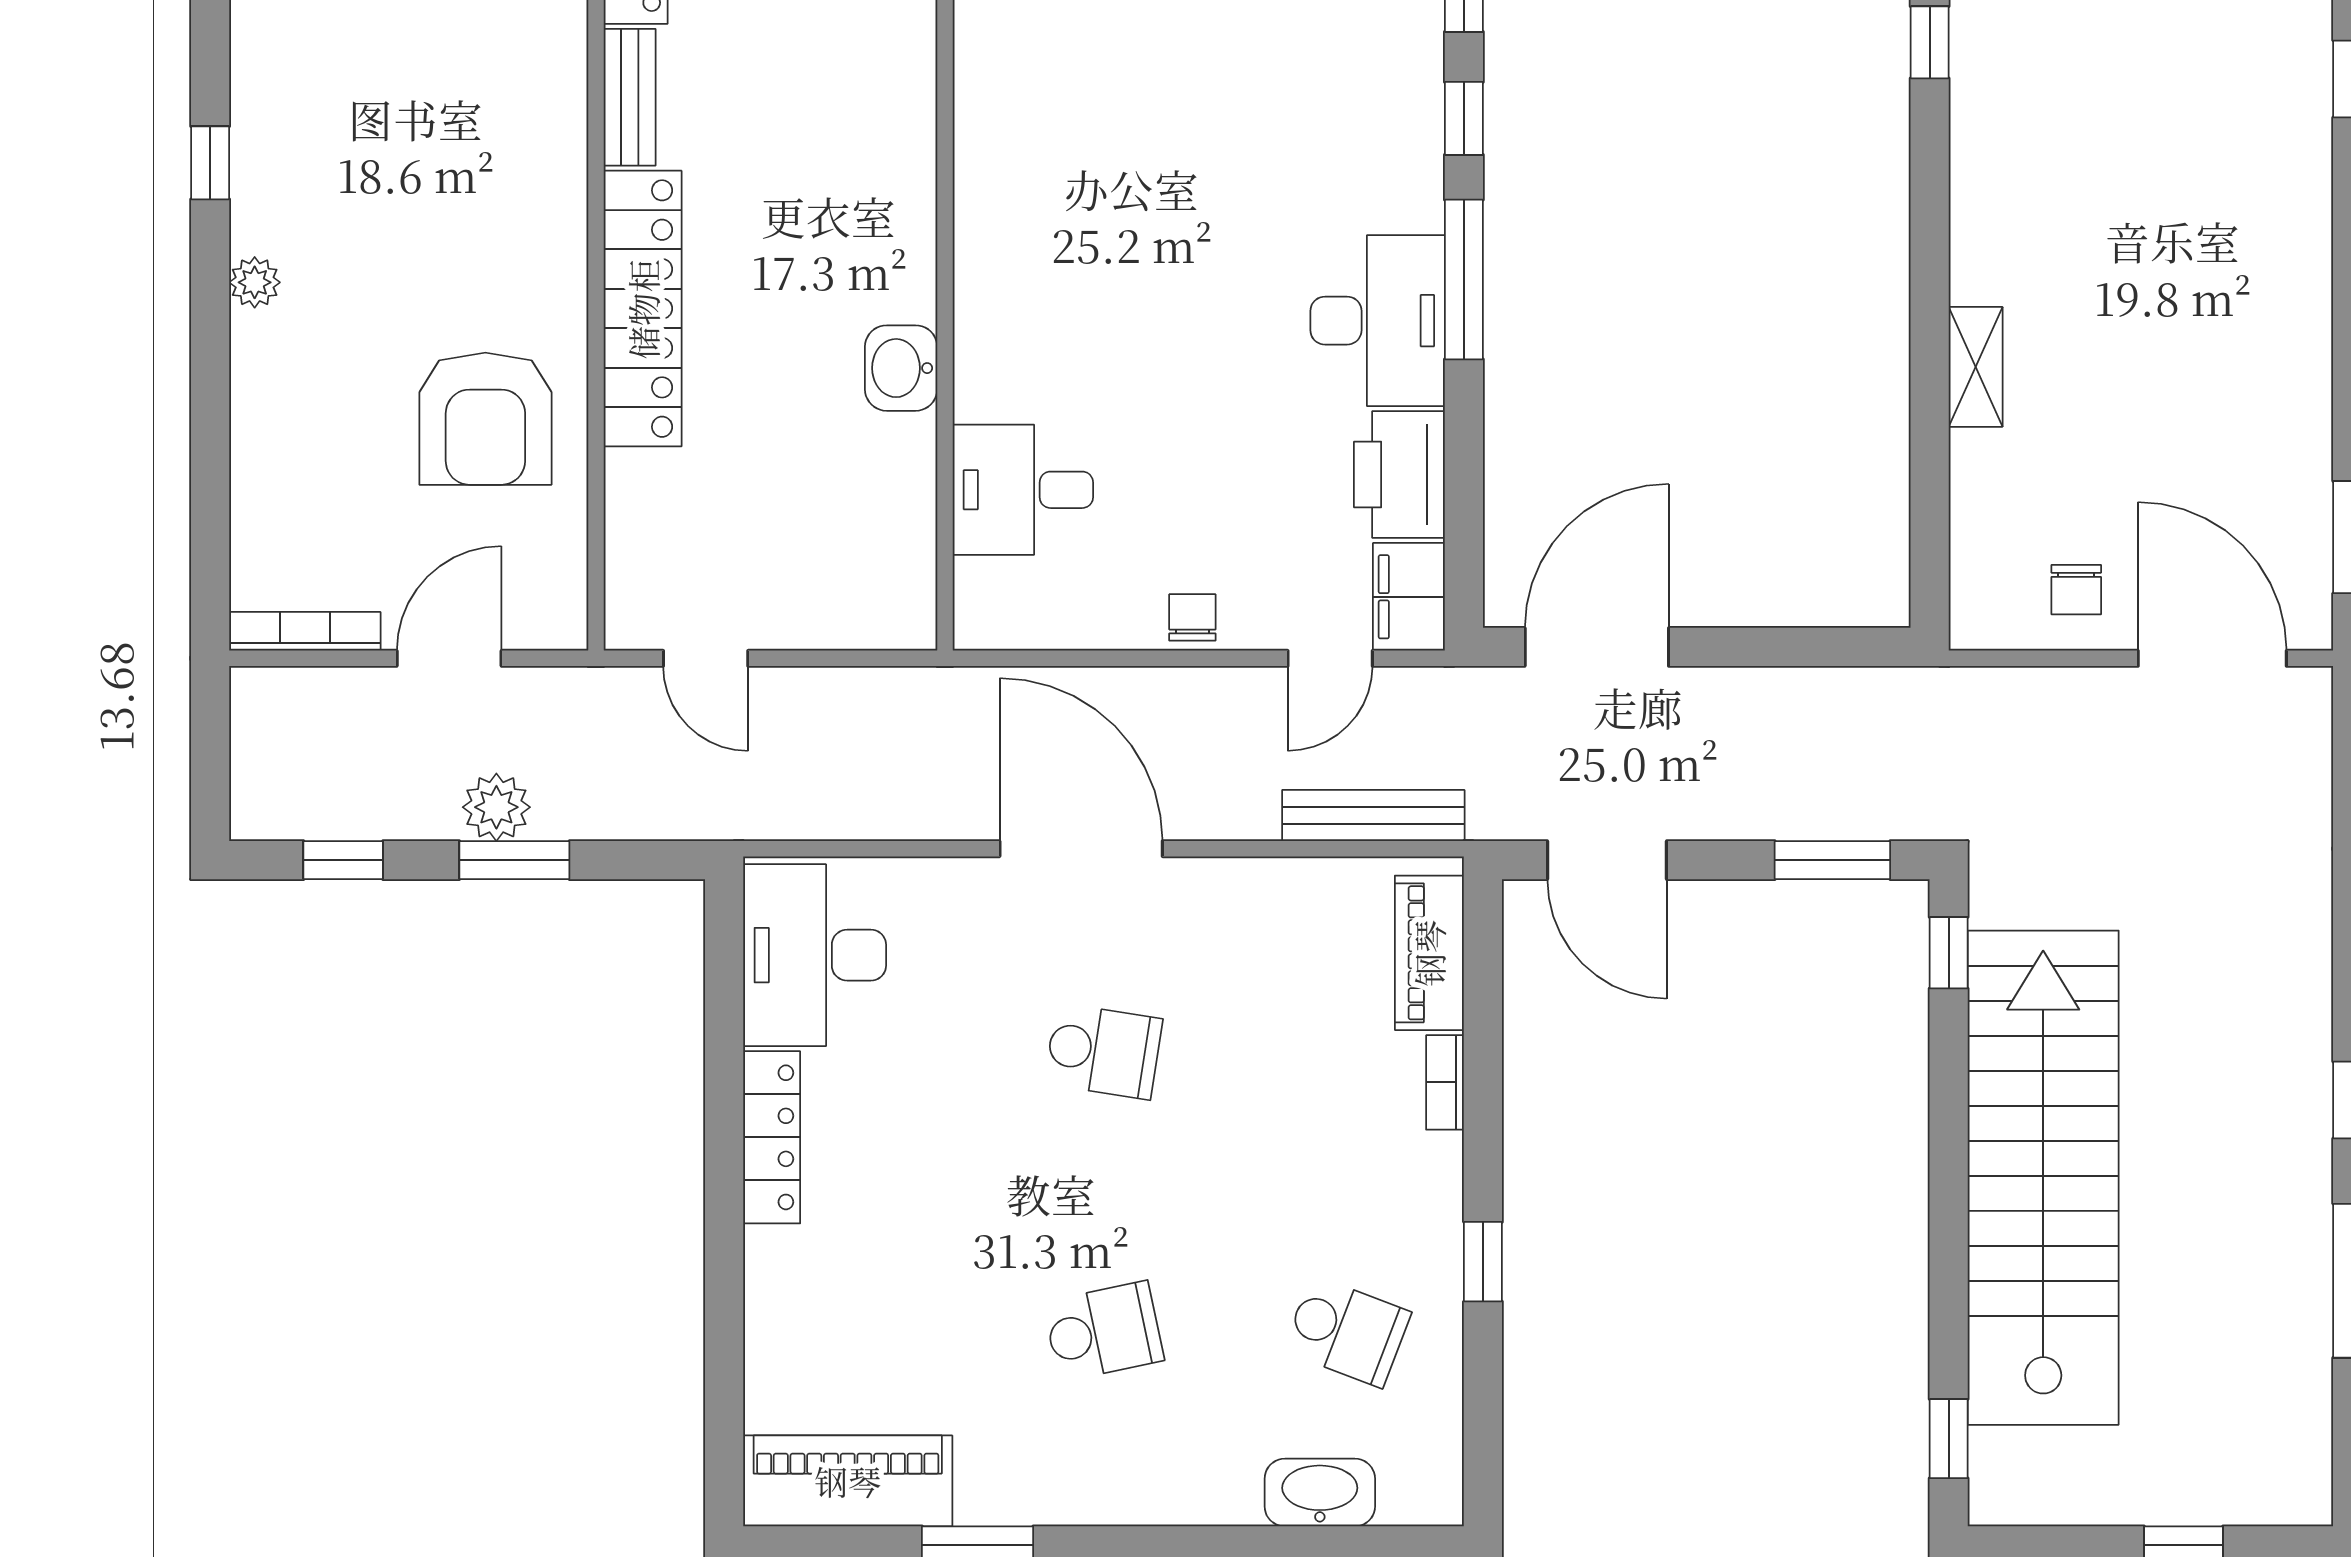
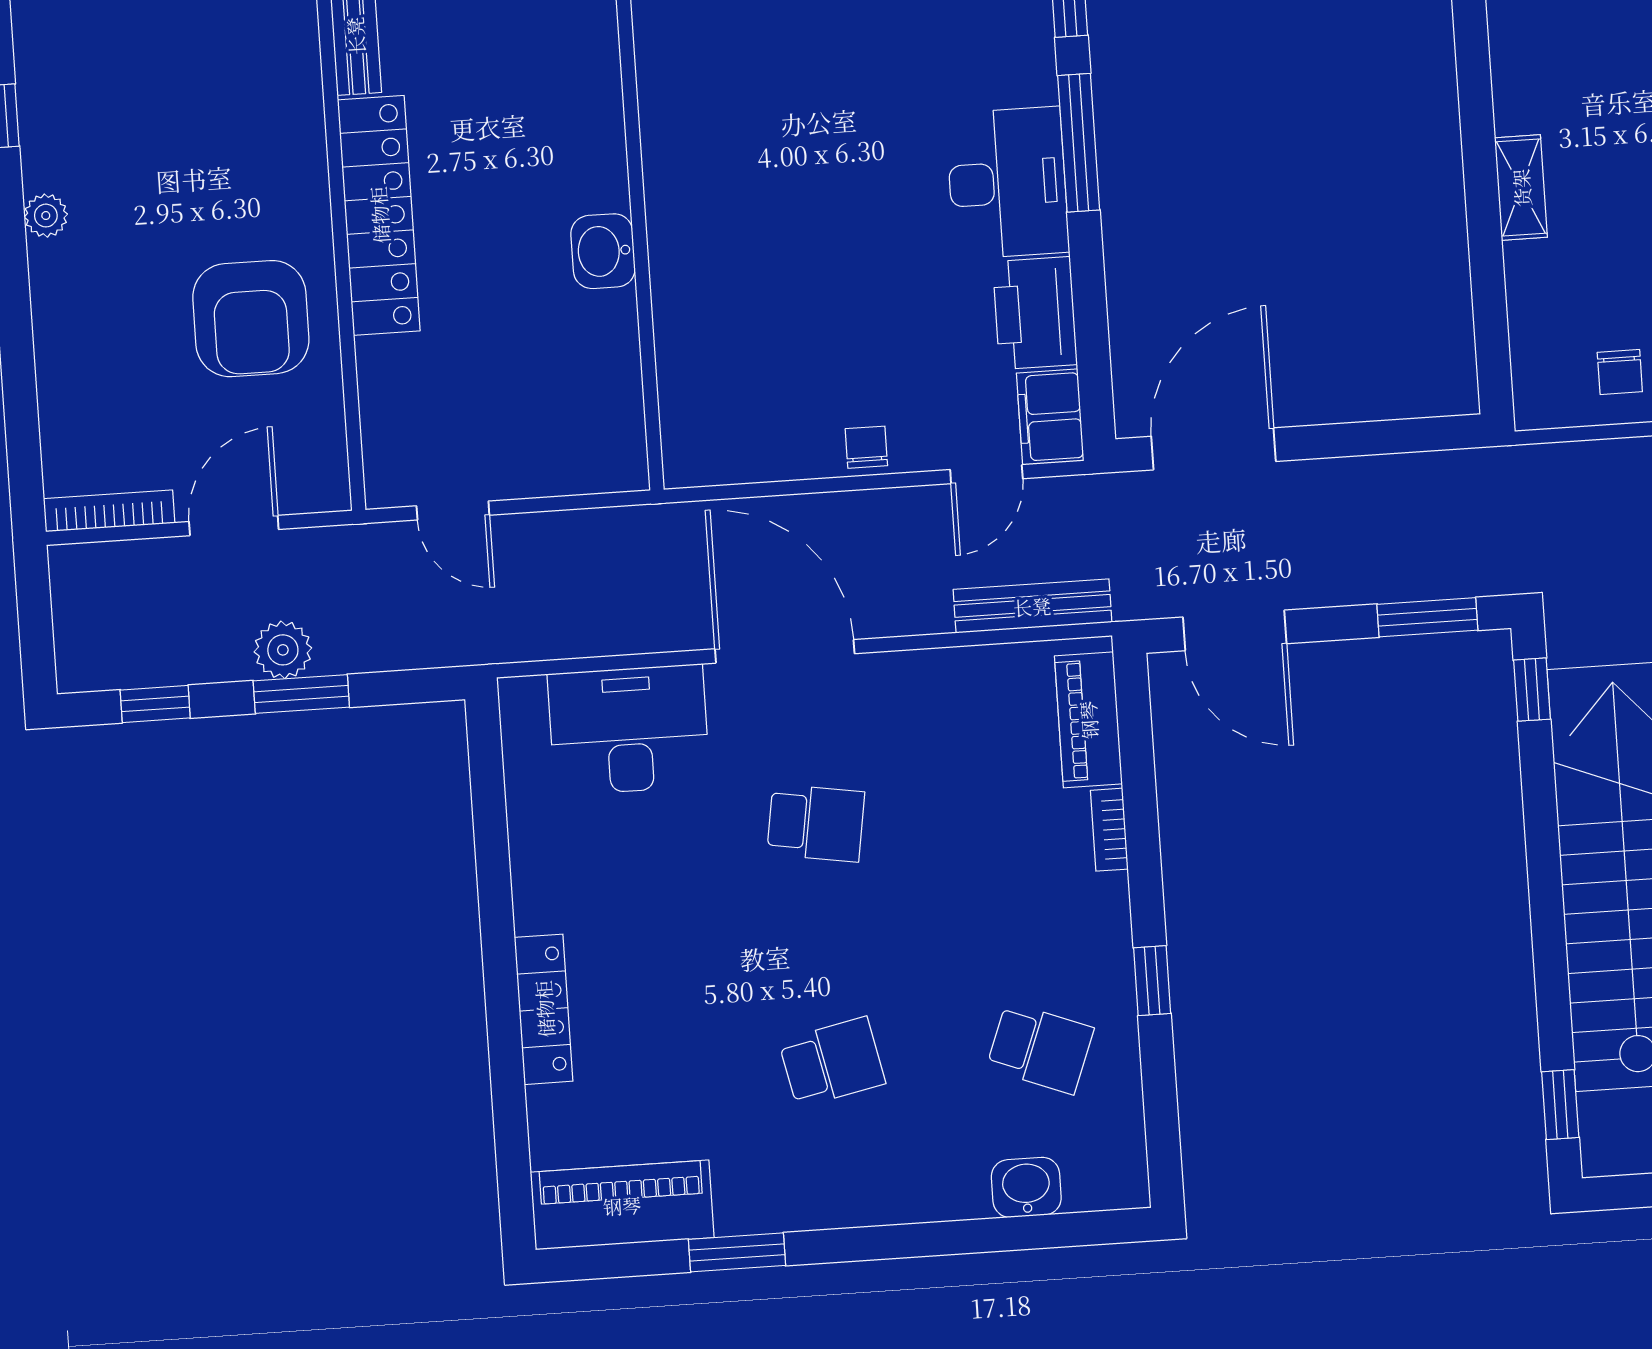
desk: (1023, 490) -> (714, 348), removed
desk: (815, 955) -> (629, 730), moved, turned 90
locker: (772, 1137) -> (544, 1009), moved
washbasin: (1320, 1493) -> (1026, 1187), width x0.72

